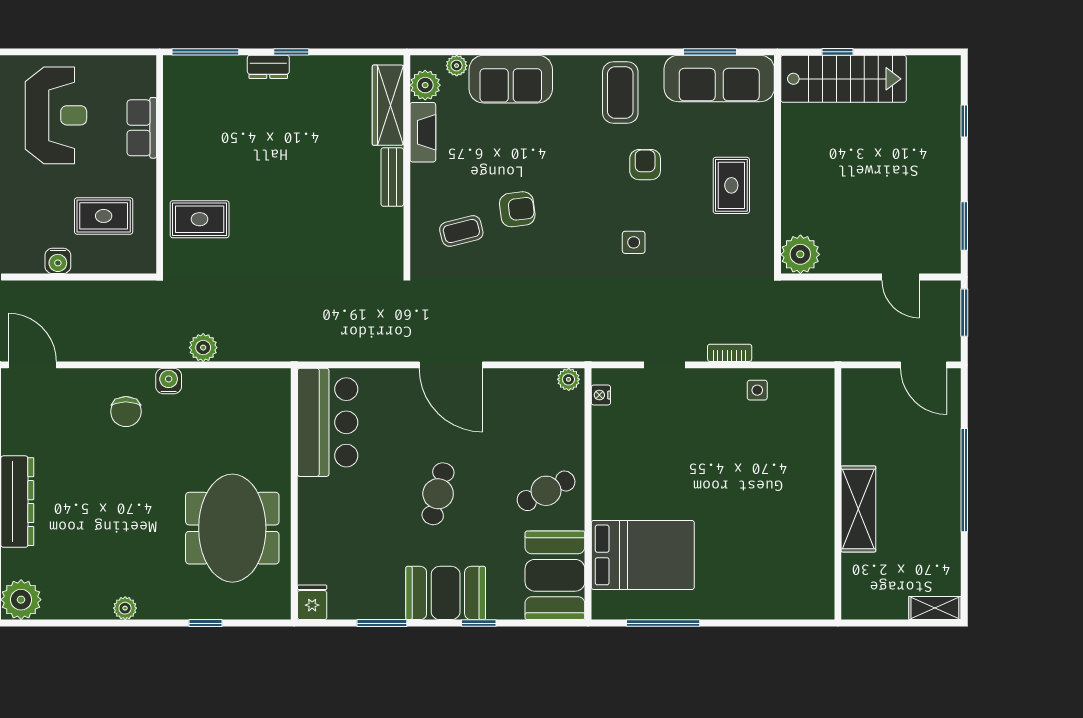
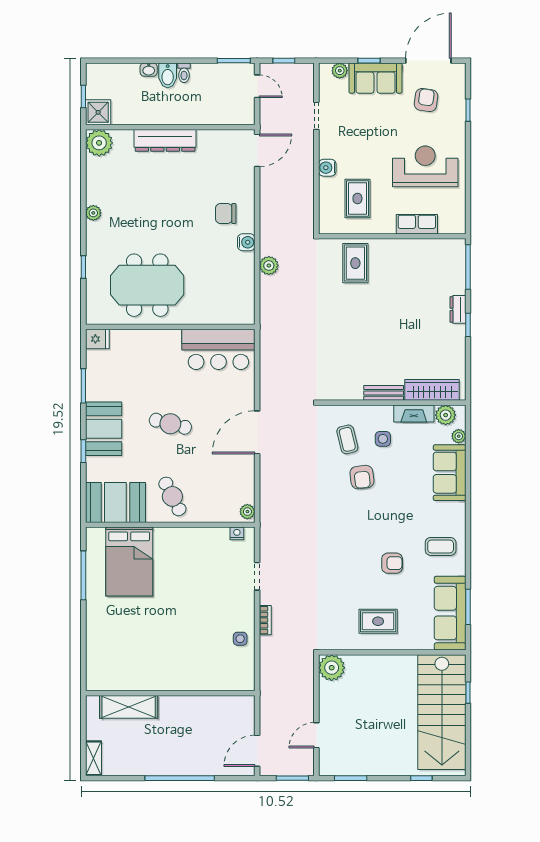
stairs: (843, 79) -> (442, 712), width x1.36, depth x1.51
coffee table: (620, 93) -> (441, 546), width x0.73, depth x0.77
reception desk: (56, 115) -> (425, 166), turned 180
side table: (634, 242) -> (383, 439), moved
shelving: (858, 509) -> (129, 707), moved

